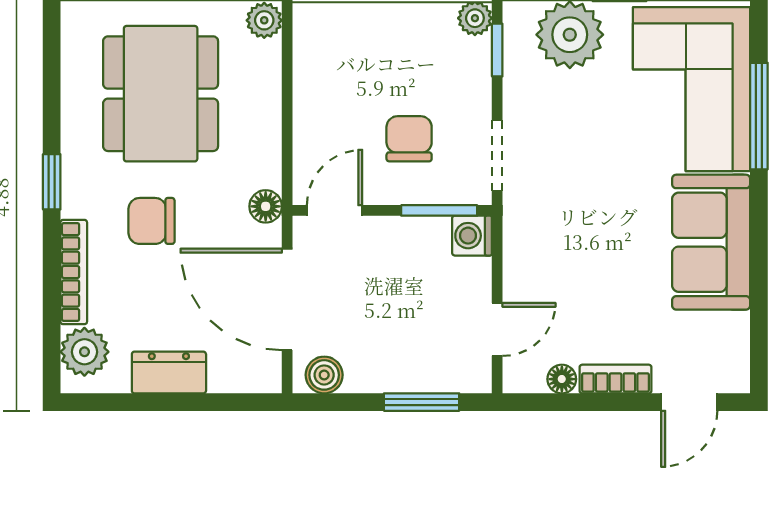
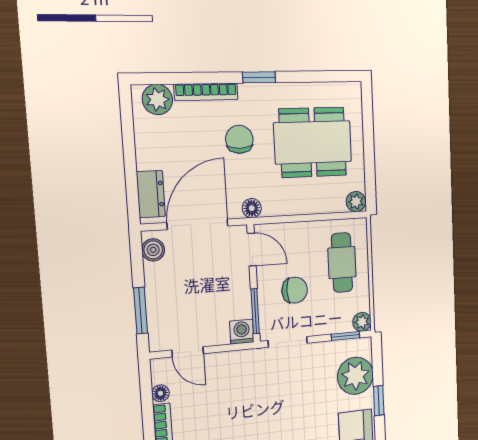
cafe table: (368, 51) -> (342, 263), added
dresser: (169, 372) -> (151, 194), moved

